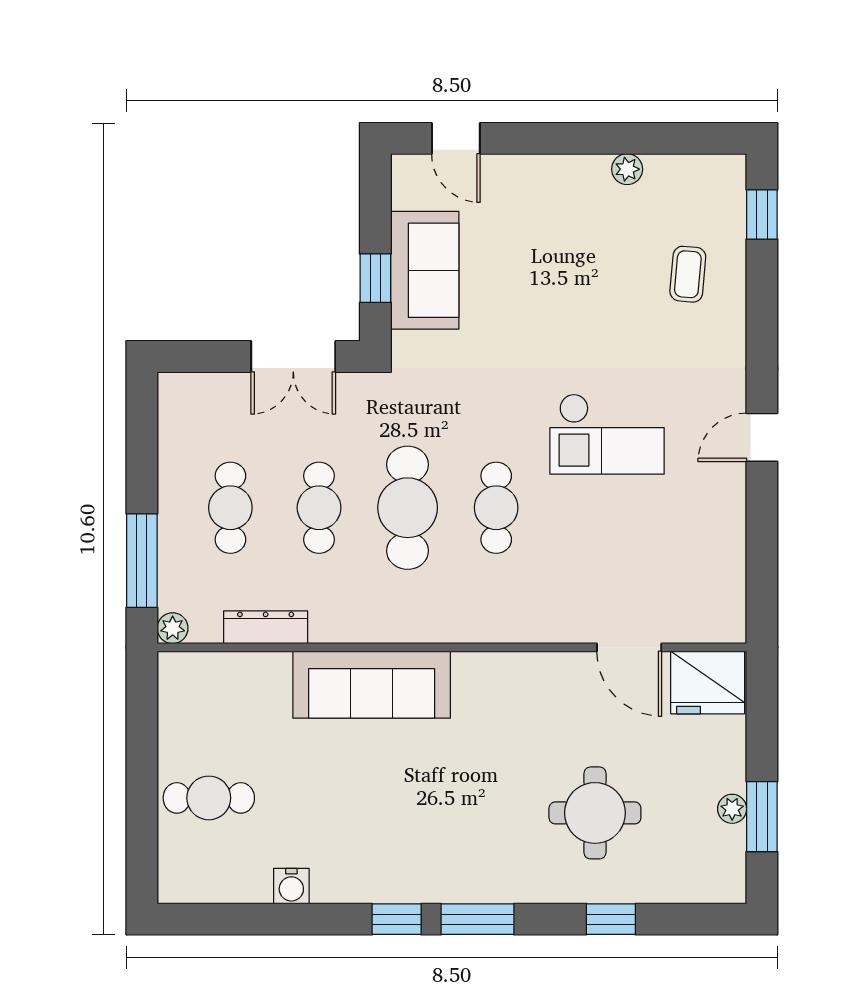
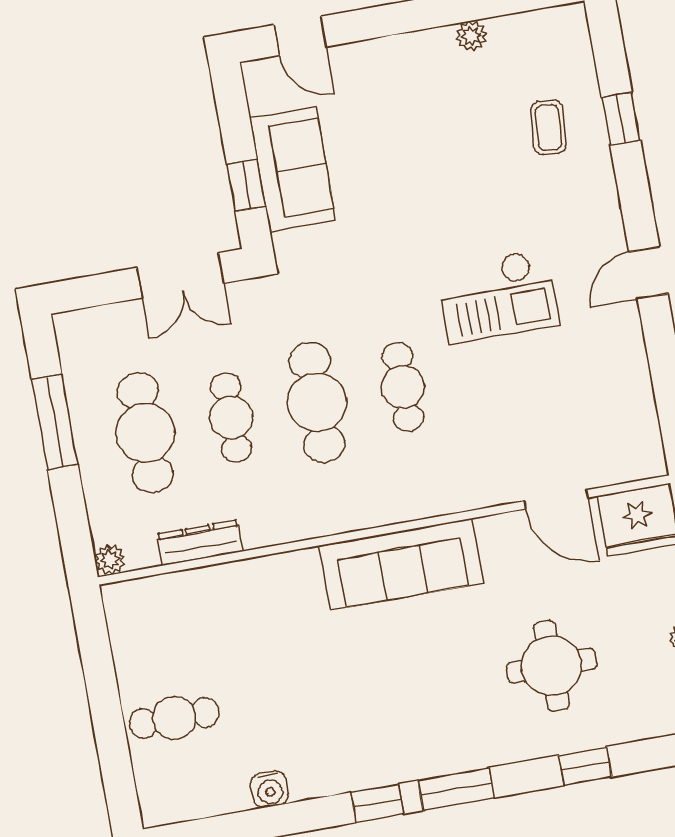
window: (762, 214) -> (621, 119), moved
cafe table: (230, 508) -> (145, 433), width x1.37, depth x1.35
window: (142, 561) -> (55, 422), moved
sofa: (372, 685) -> (401, 564), moved

